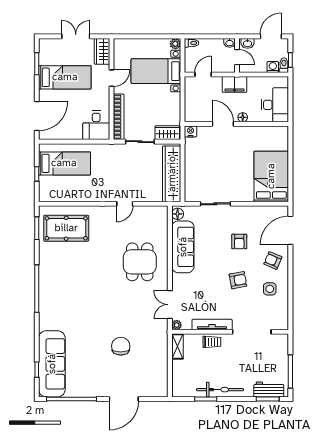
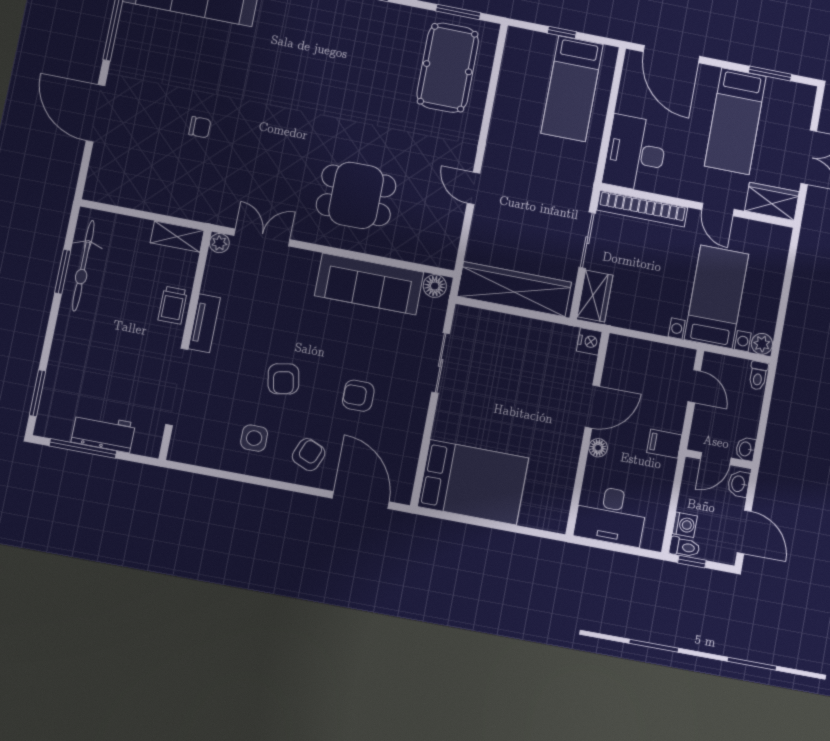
filing cabinet: (234, 84) -> (664, 444), width x0.50
desk: (96, 125) -> (635, 153), width x1.37
tv unit: (212, 325) -> (204, 323), width x0.71
chair: (121, 346) -> (200, 127), width x0.54, depth x0.54
bicycle: (220, 390) -> (83, 266), moved
workbench: (269, 390) -> (103, 433), moved, turned -90

